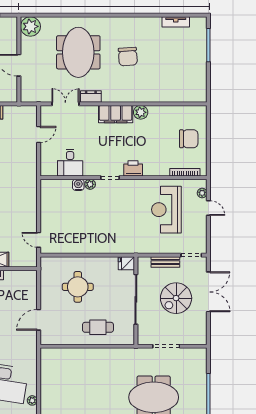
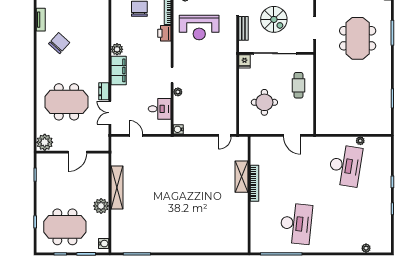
chair: (128, 57) -> (59, 43), moved, turned -44
printer: (133, 168) -> (164, 33), moved
water cooler: (78, 185) -> (178, 129), moved

